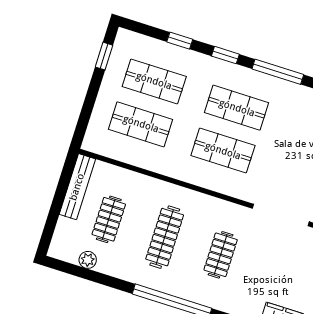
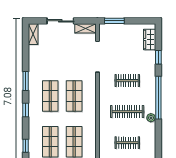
window: (180, 41) -> (26, 146), moved
window: (278, 72) -> (26, 81), width x0.69
plant: (88, 260) -> (151, 118), moved

